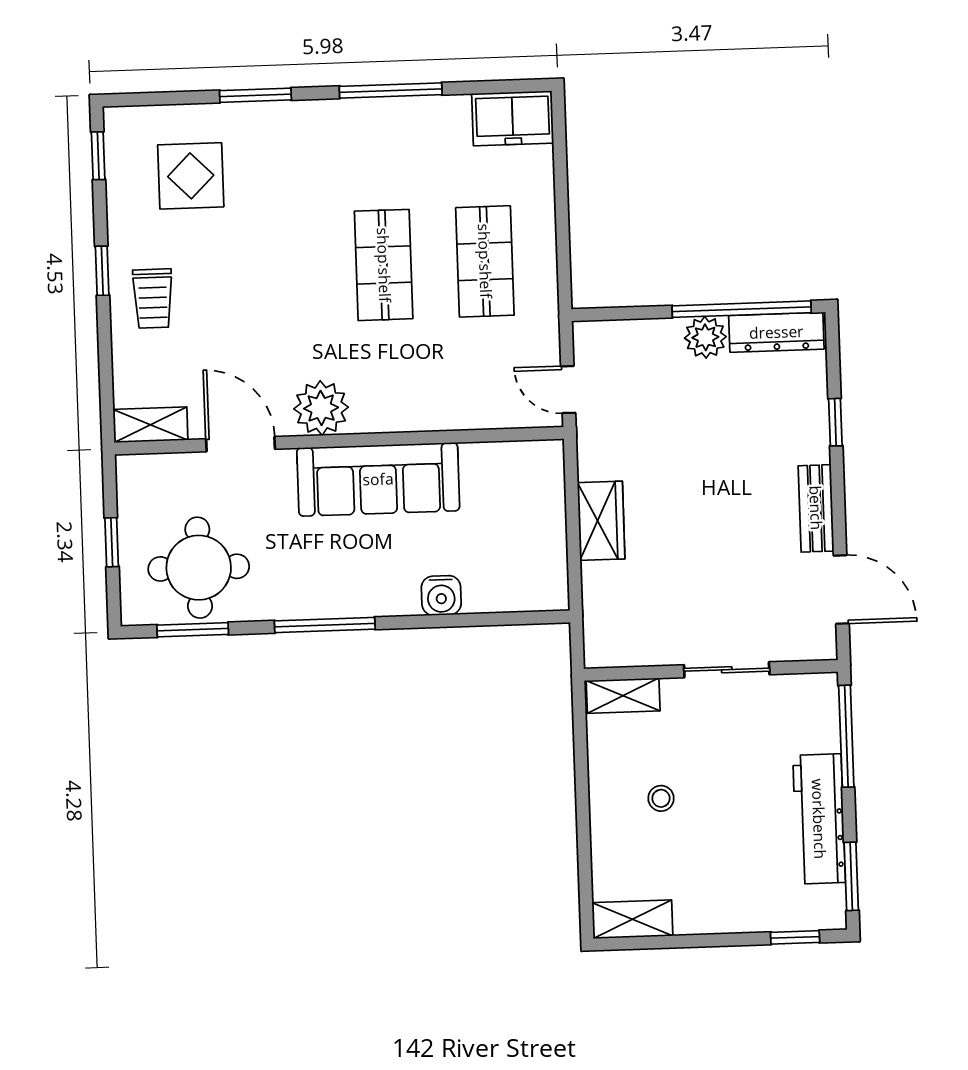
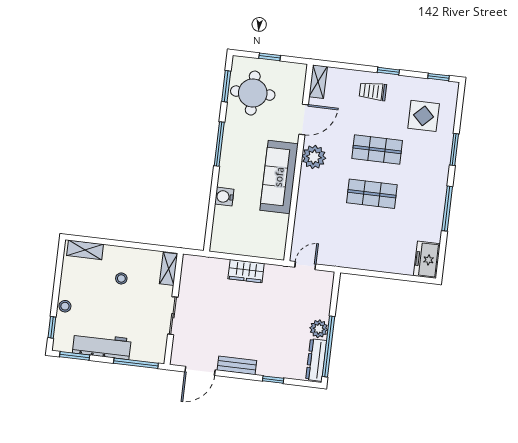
shop shelf: (485, 261) -> (377, 150), moved
stool: (743, 915) -> (65, 306), added
shelving: (632, 919) -> (85, 250), moved, turned 90

